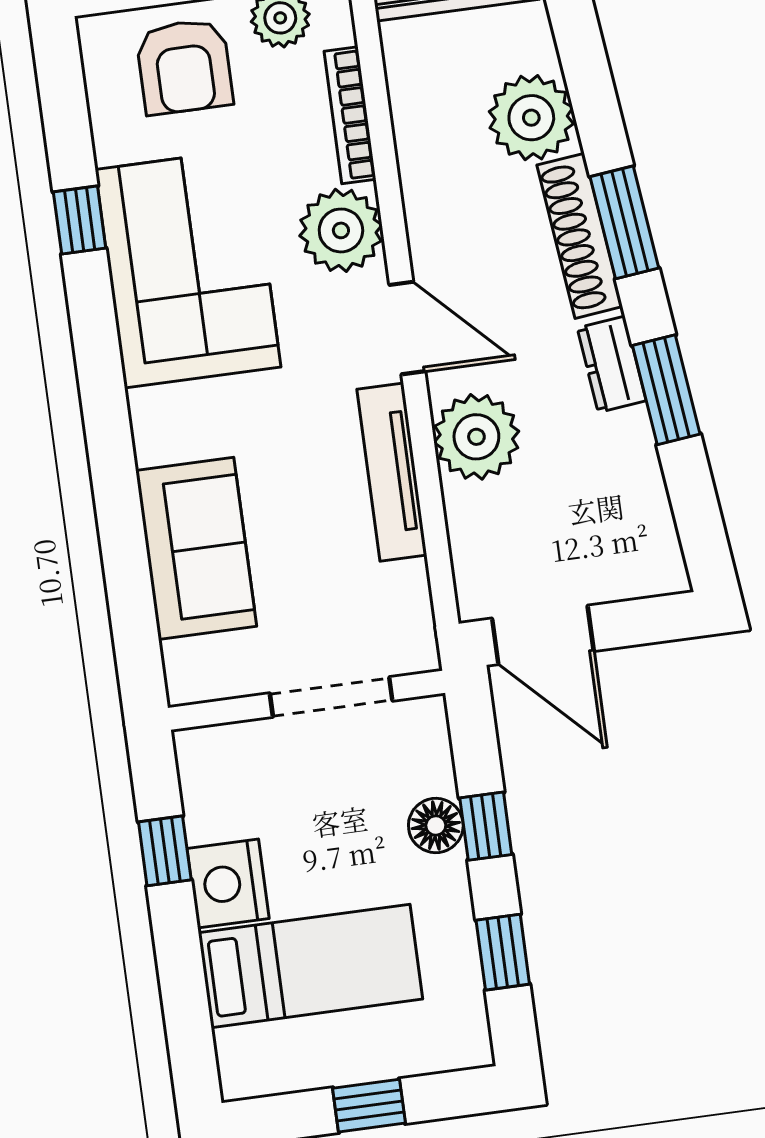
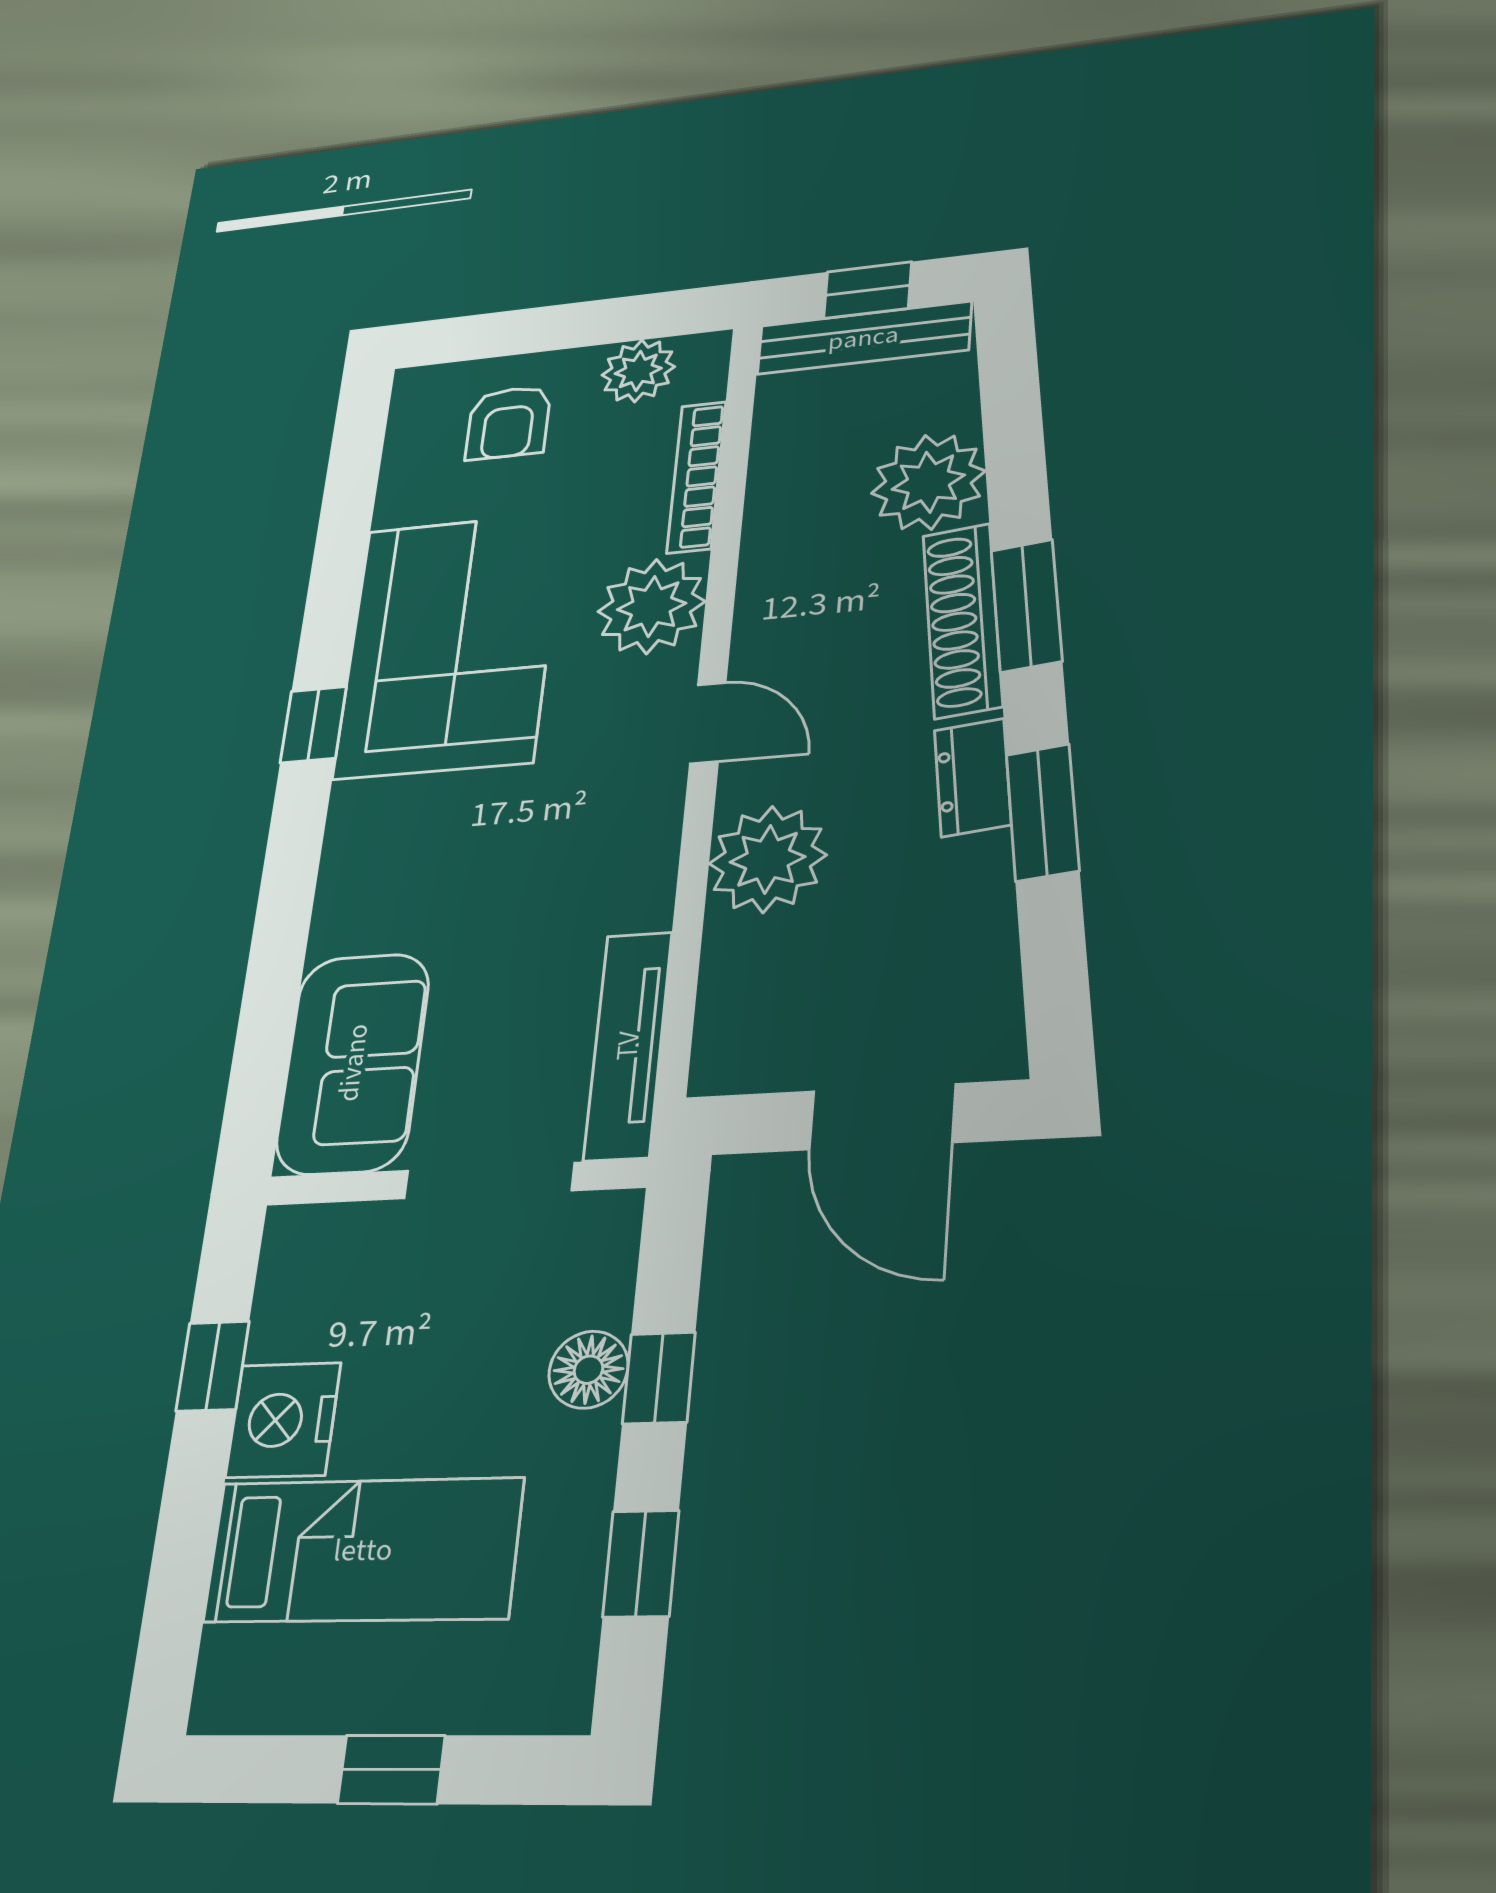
armchair: (184, 67) -> (508, 423), width x0.72, depth x0.72
window: (80, 220) -> (313, 725), moved
door: (407, 328) -> (708, 723), width x0.73
tv unit: (392, 472) -> (628, 1045), moved
sofa: (196, 548) -> (353, 1063), moved
door: (543, 635) -> (882, 1117), moved

